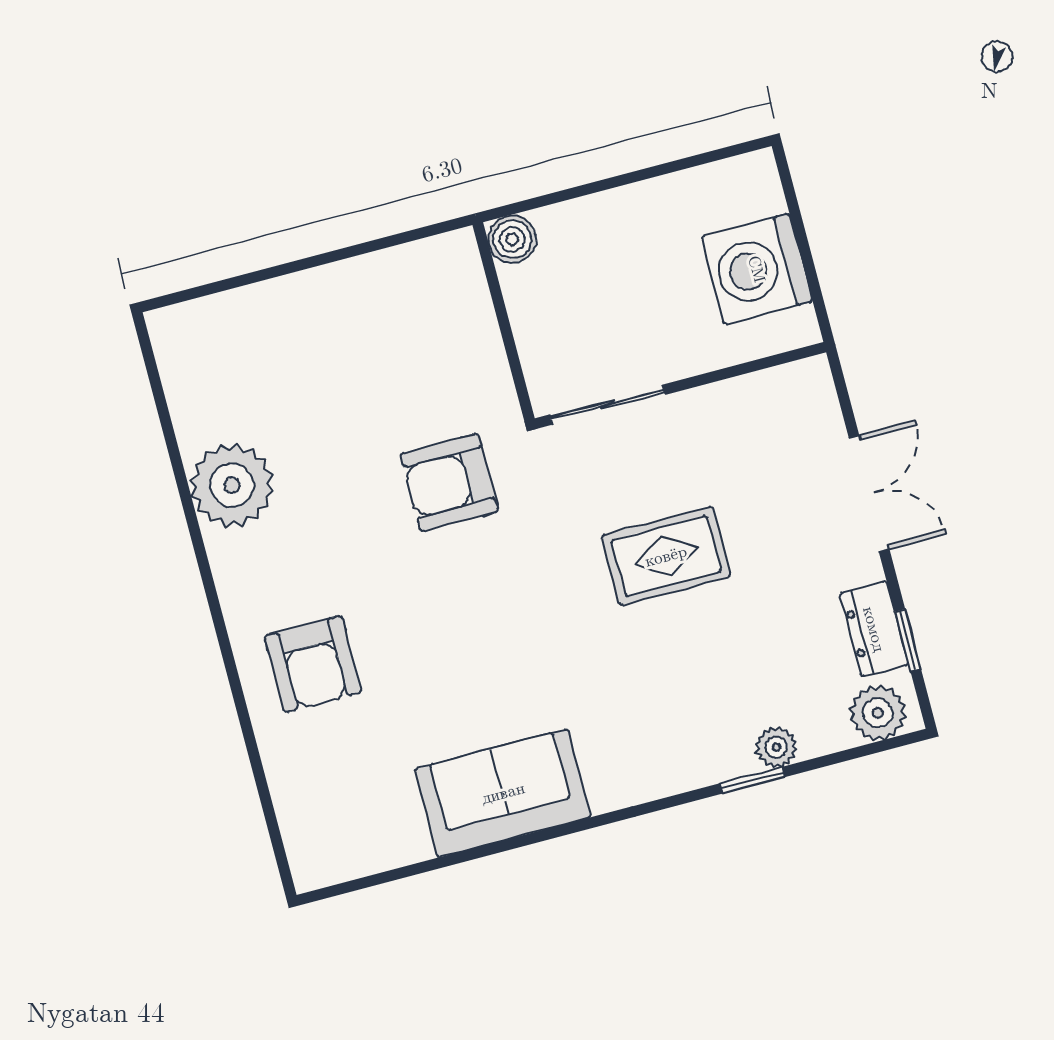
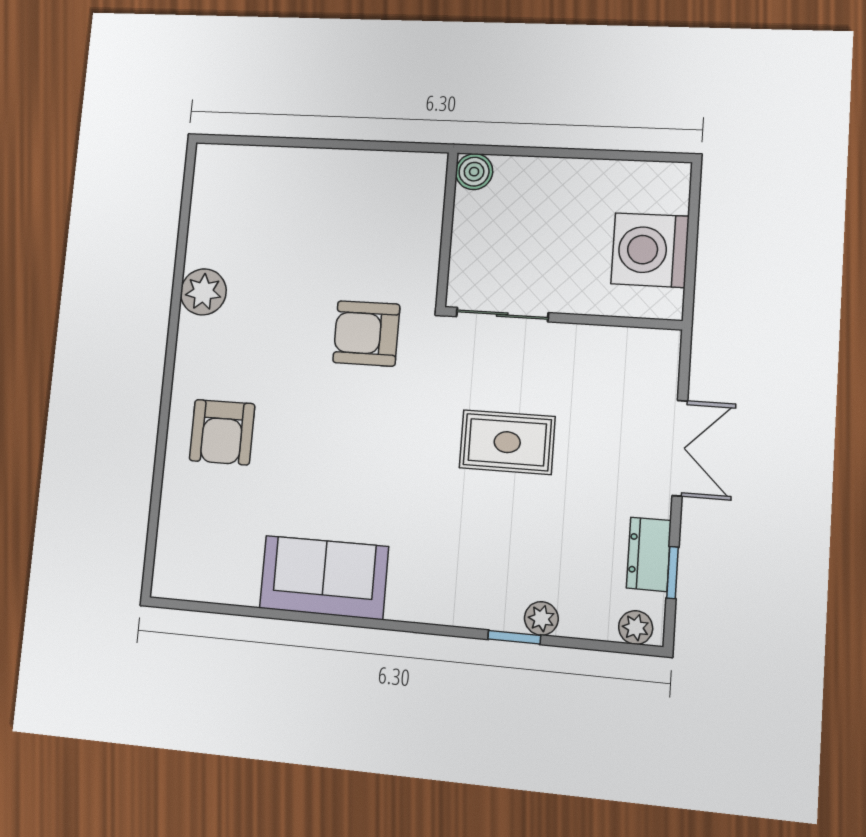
plant: (232, 485) -> (203, 292), width x0.73, depth x0.73
plant: (878, 713) -> (636, 628), width x0.73, depth x0.73

